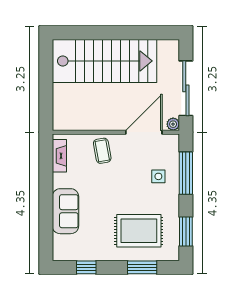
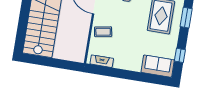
sofa: (65, 211) -> (158, 66), moved

